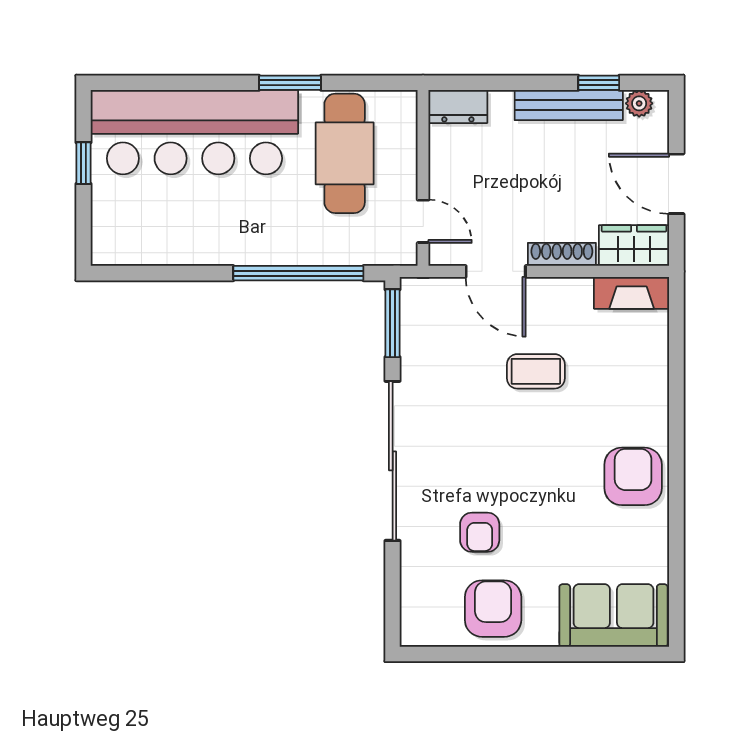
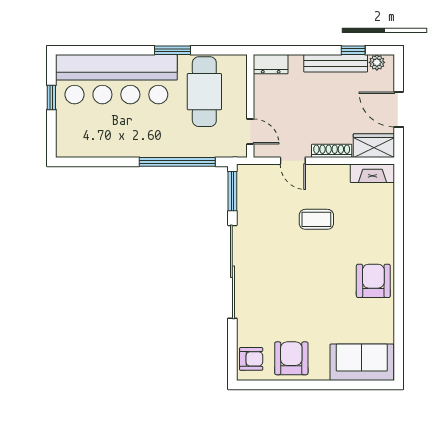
door: (496, 271) -> (293, 161), width x0.73
armchair: (480, 532) -> (251, 359), moved, turned -90

